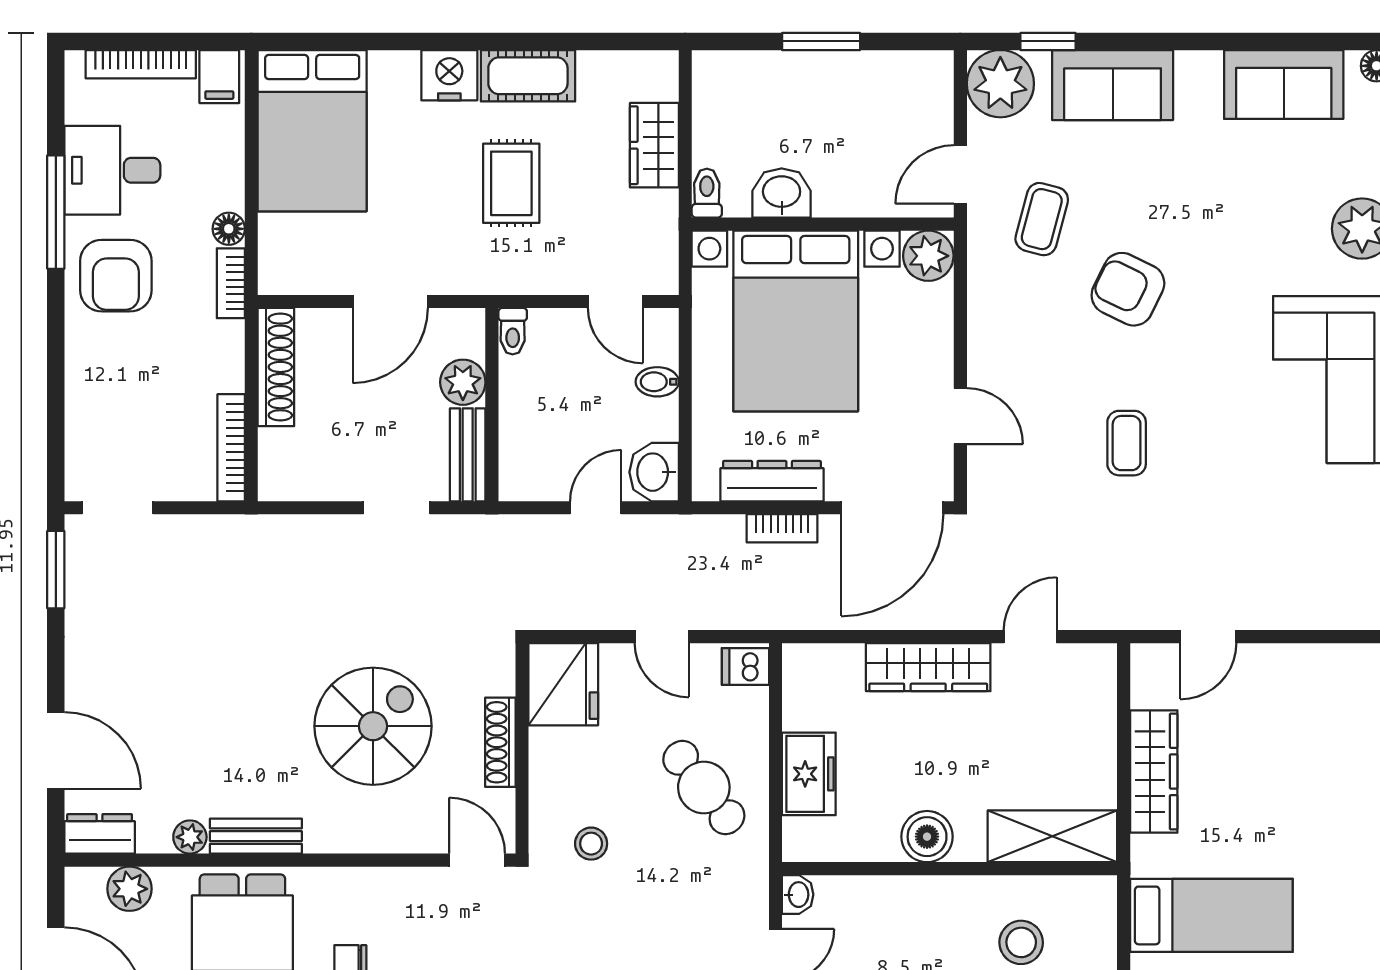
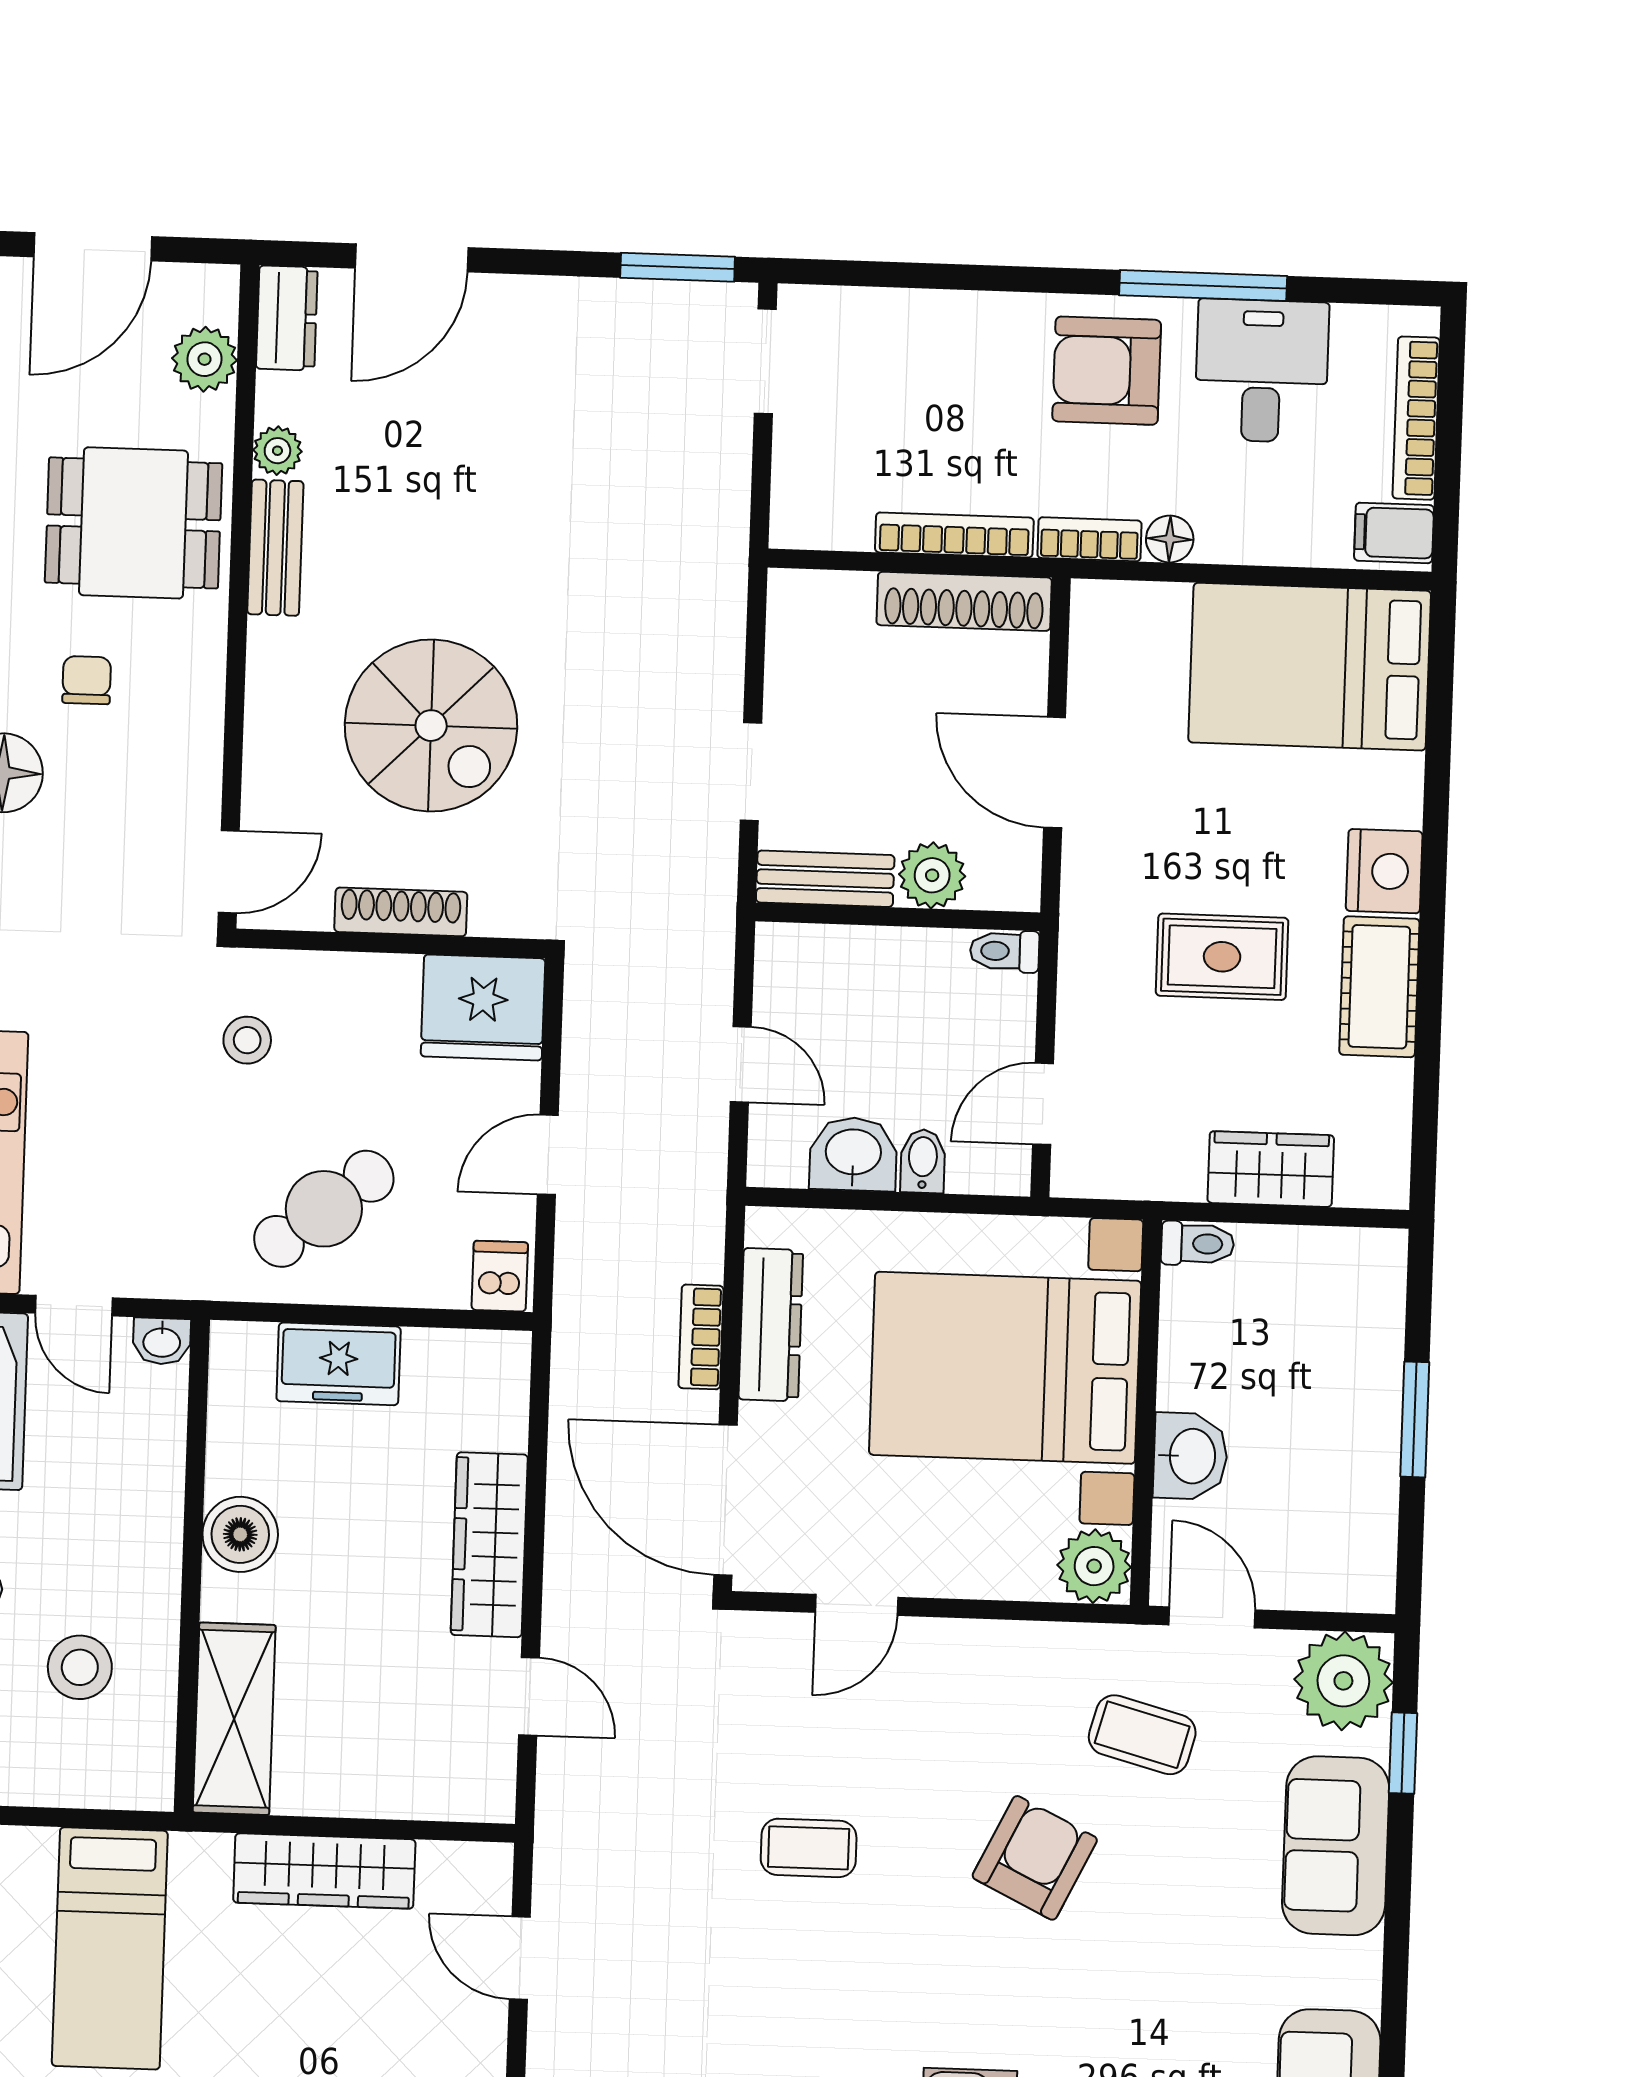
washbasin: (782, 193) -> (1190, 1456), moved
bookcase: (231, 448) -> (954, 535), moved
washbasin: (654, 472) -> (853, 1154), moved

